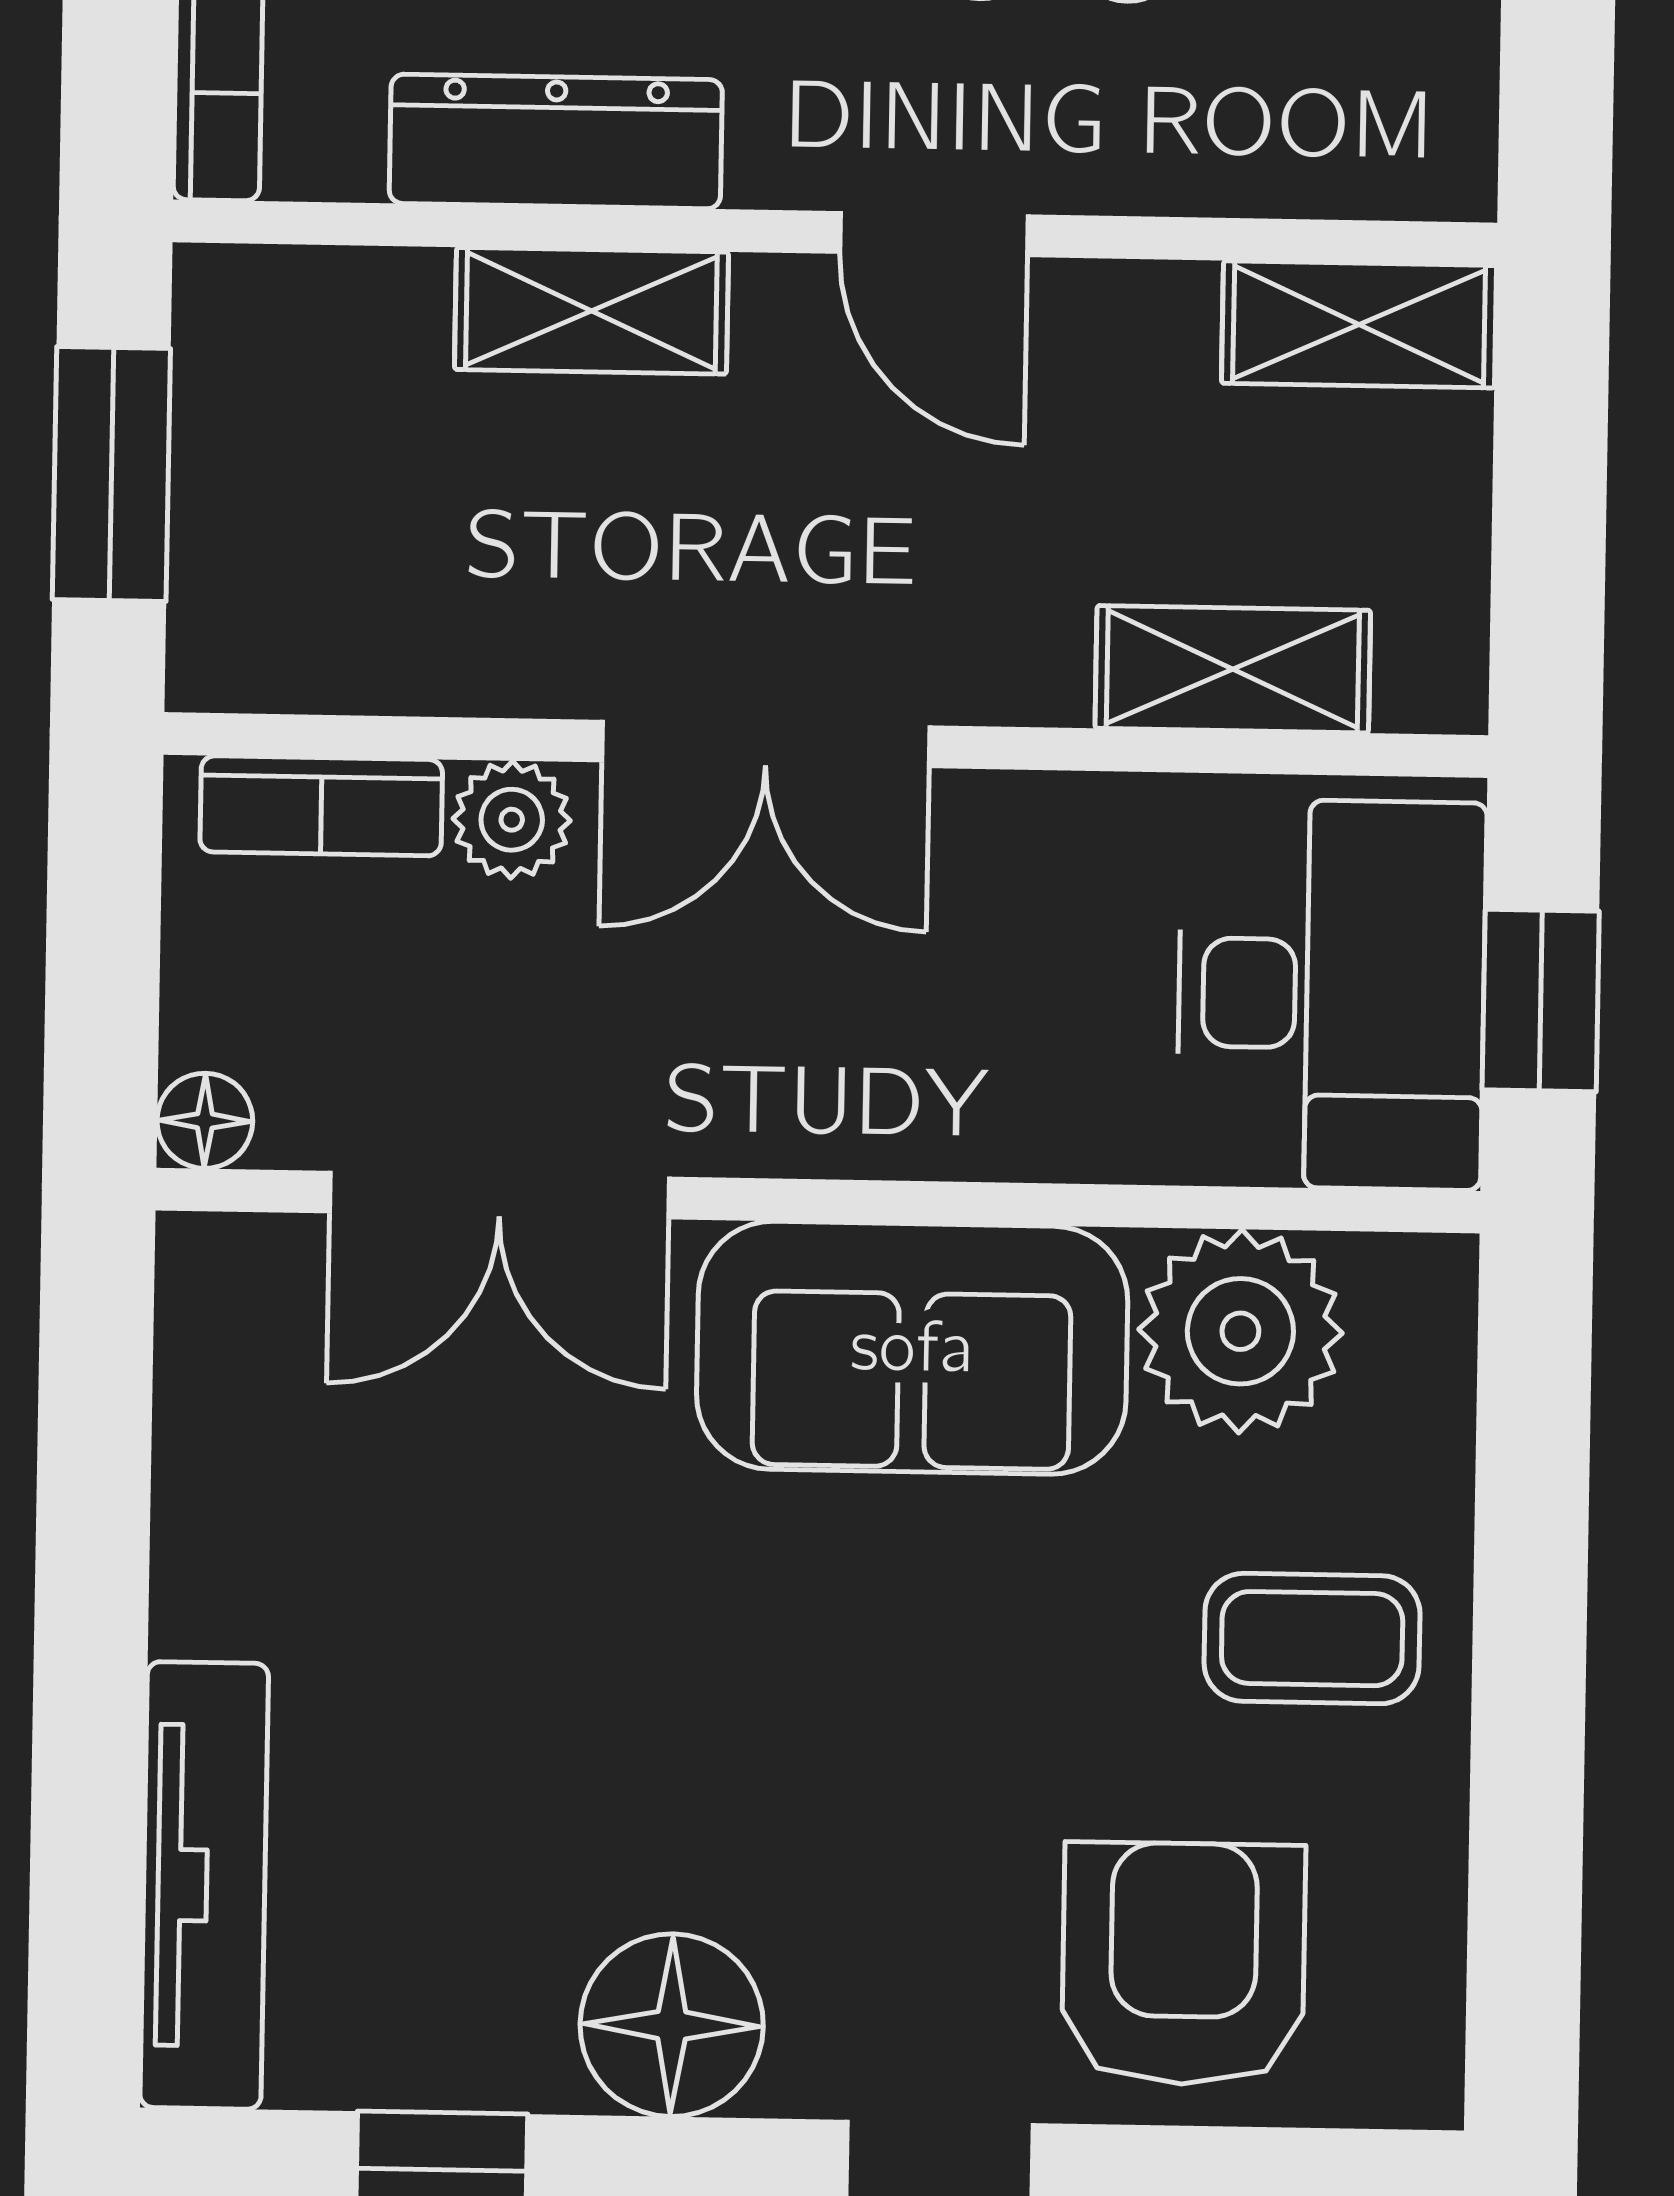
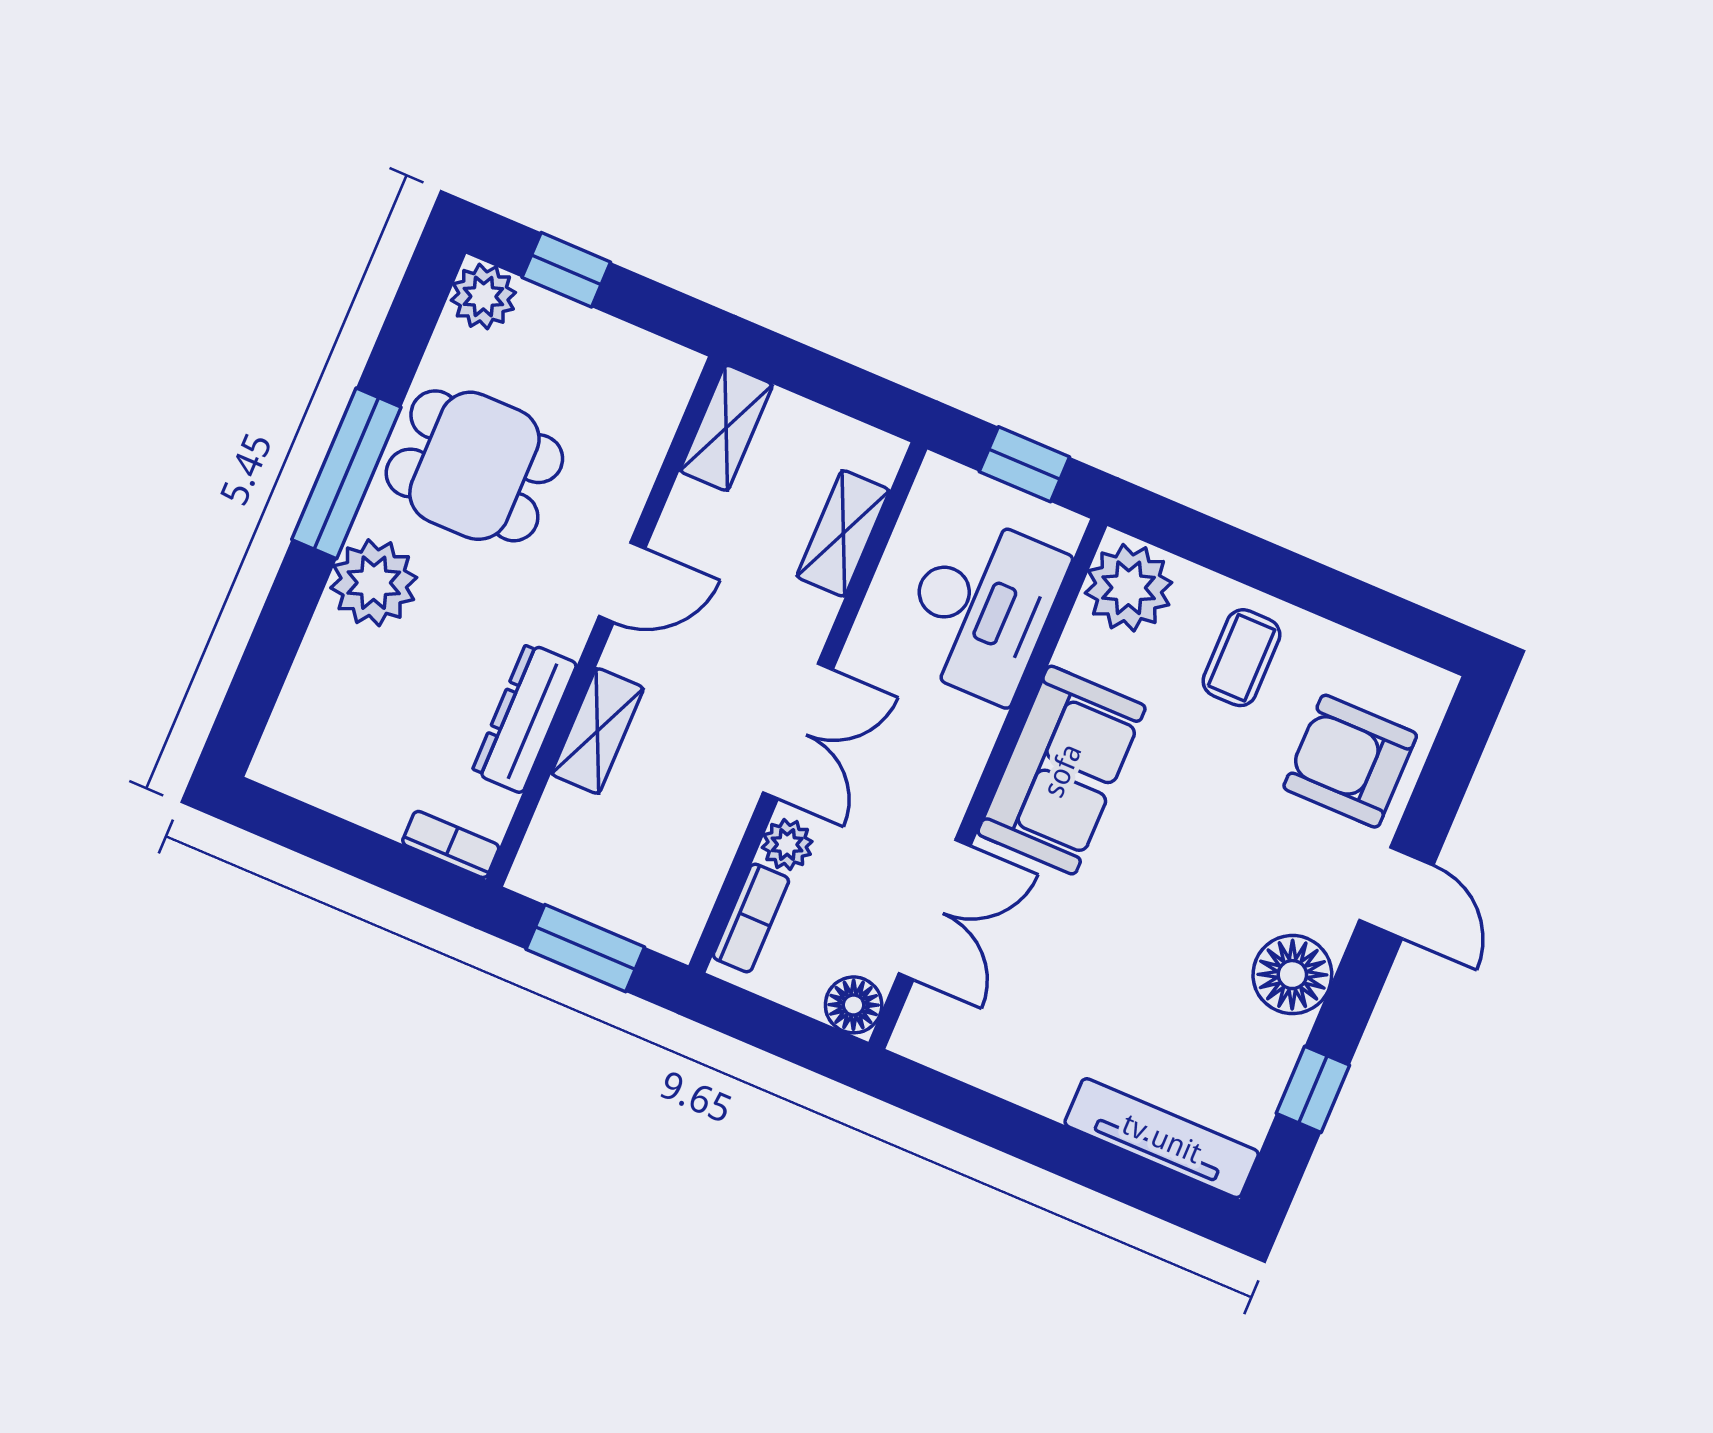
desk: (1331, 994) -> (982, 608), moved, turned 90
floor lamp: (205, 1121) -> (854, 1005), width x1.37, depth x1.37
plant: (1240, 1331) -> (1129, 588), moved

